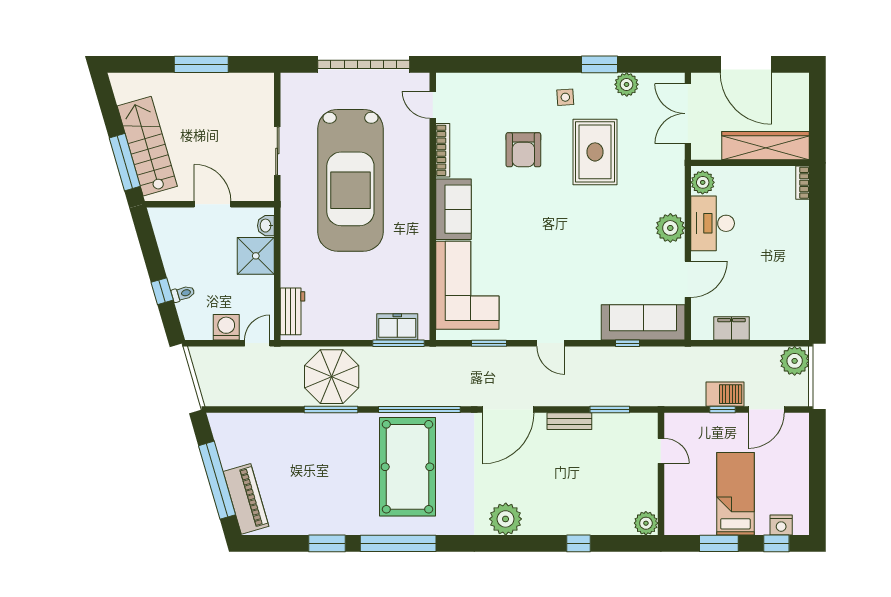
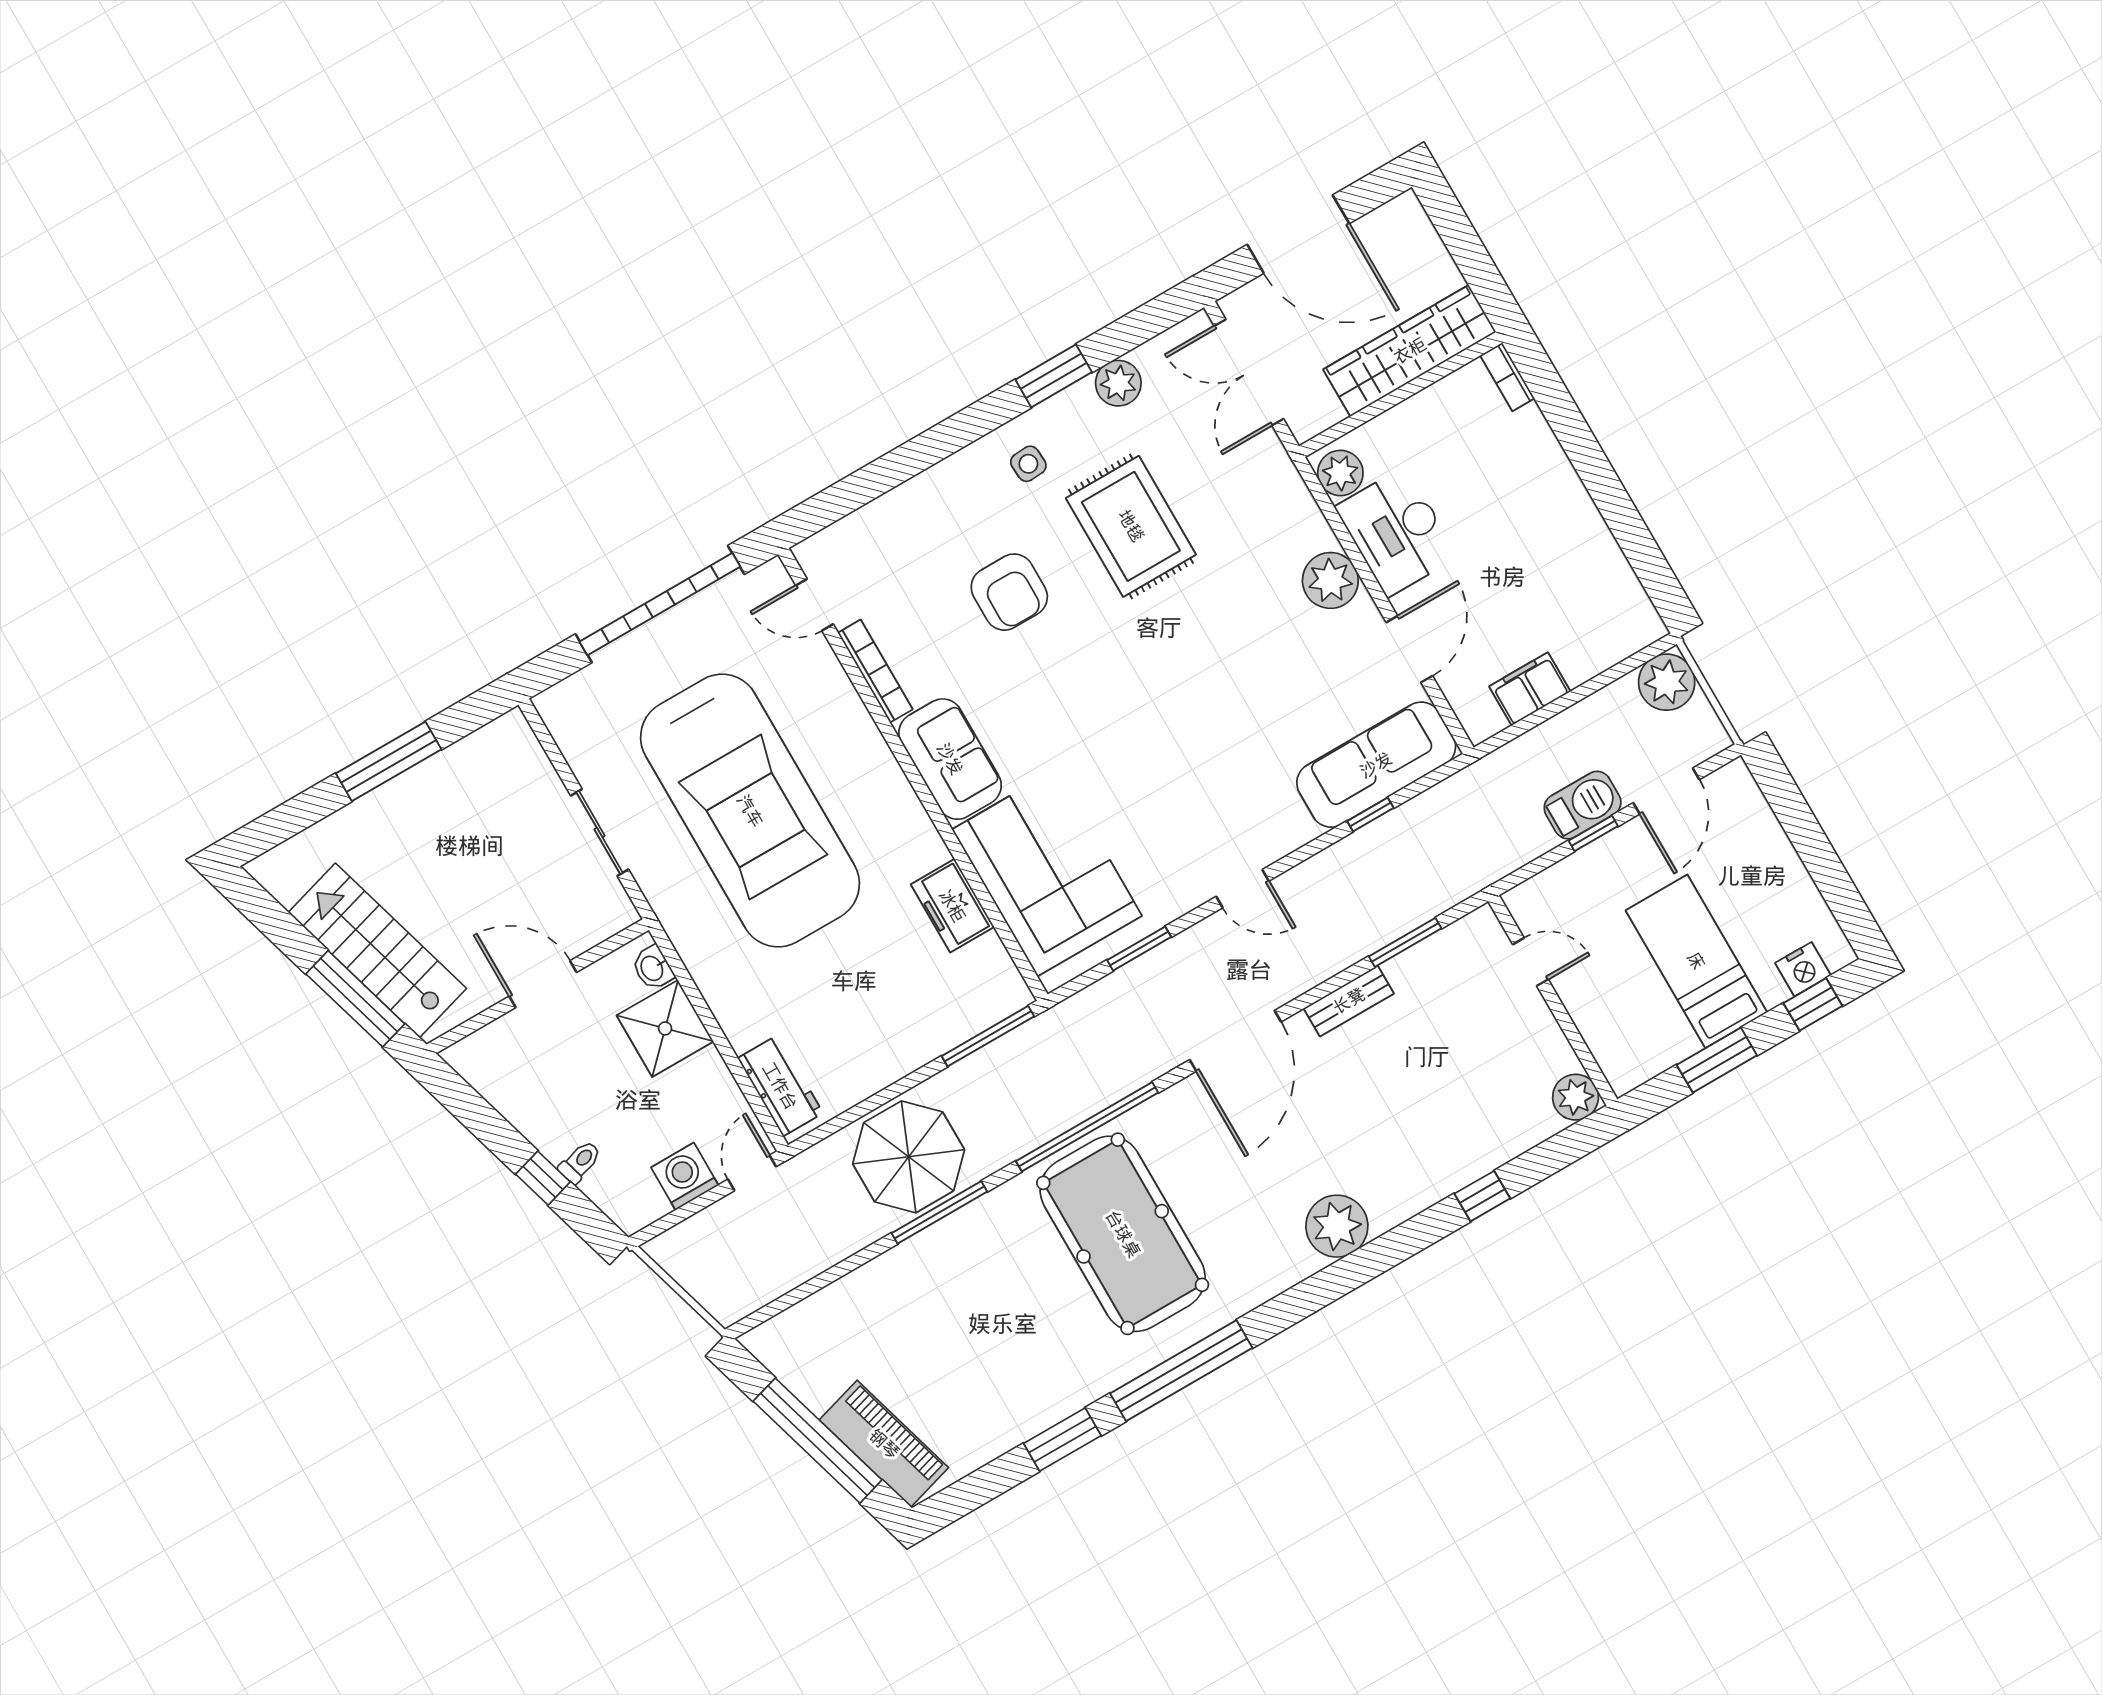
freezer: (397, 327) -> (952, 906), moved, turned -90

